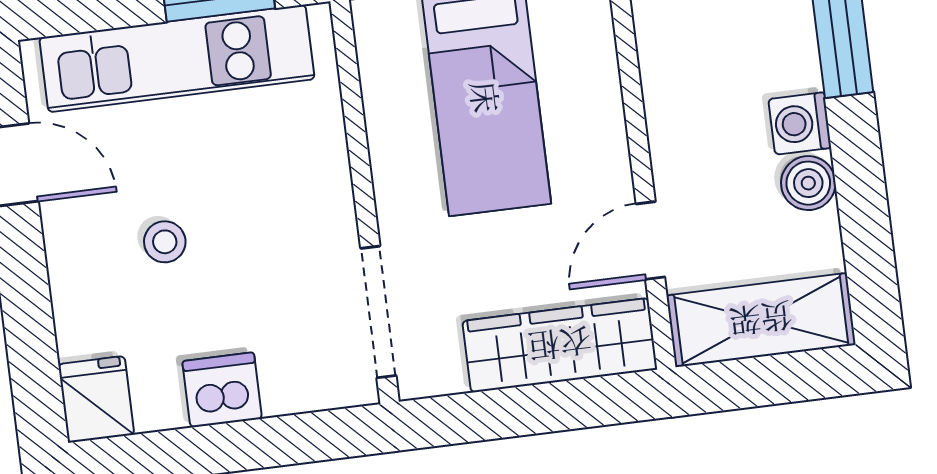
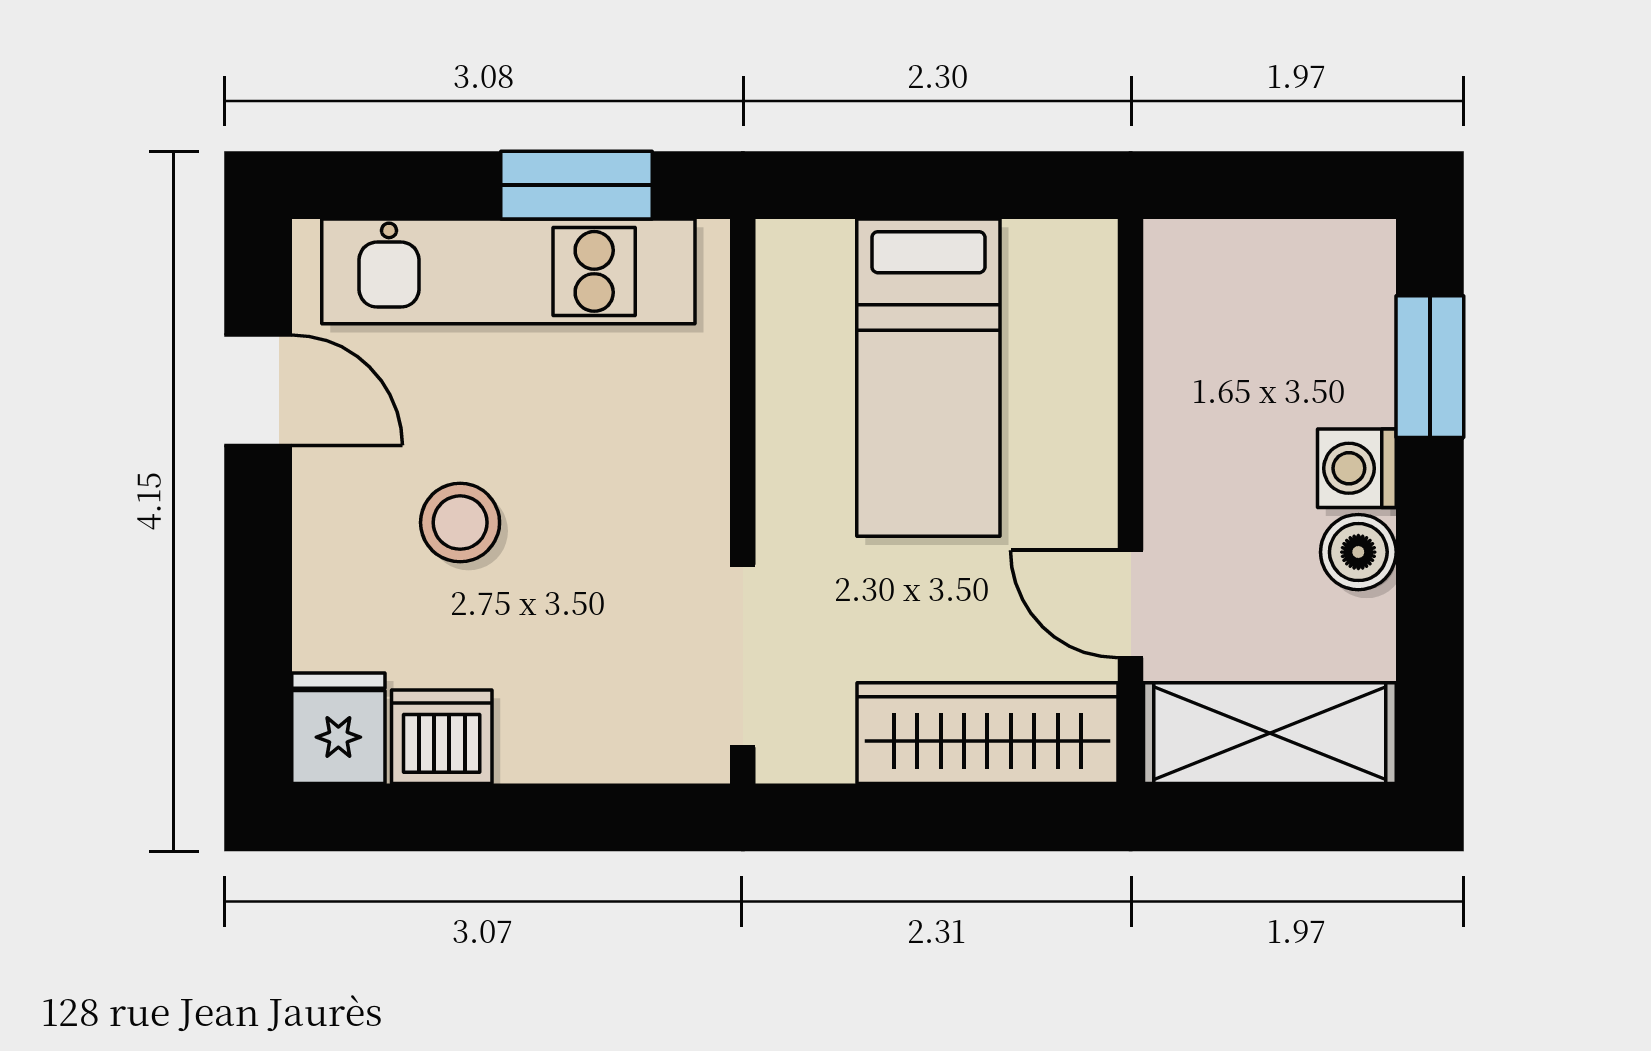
door: (650, 240) -> (1131, 604), hinge flipped
stool: (165, 242) -> (460, 523), width x1.37, depth x1.37
dishwasher: (222, 390) -> (442, 737), moved

